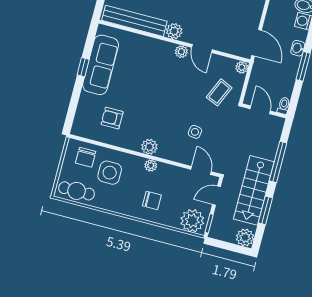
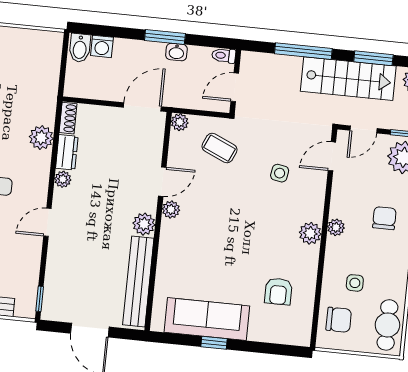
washbasin: (298, 48) -> (176, 52), moved
side table: (110, 173) -> (355, 283), width x0.54, depth x0.54
door: (216, 196) -> (364, 129), hinge flipped

